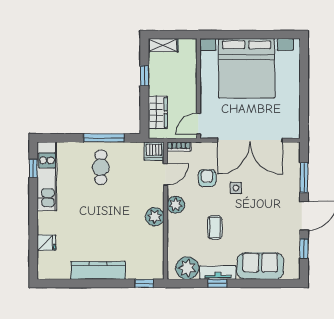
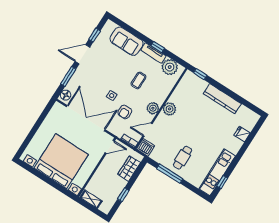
shelving: (163, 45) -> (91, 199), moved
floor lamp: (293, 153) -> (66, 95), added

